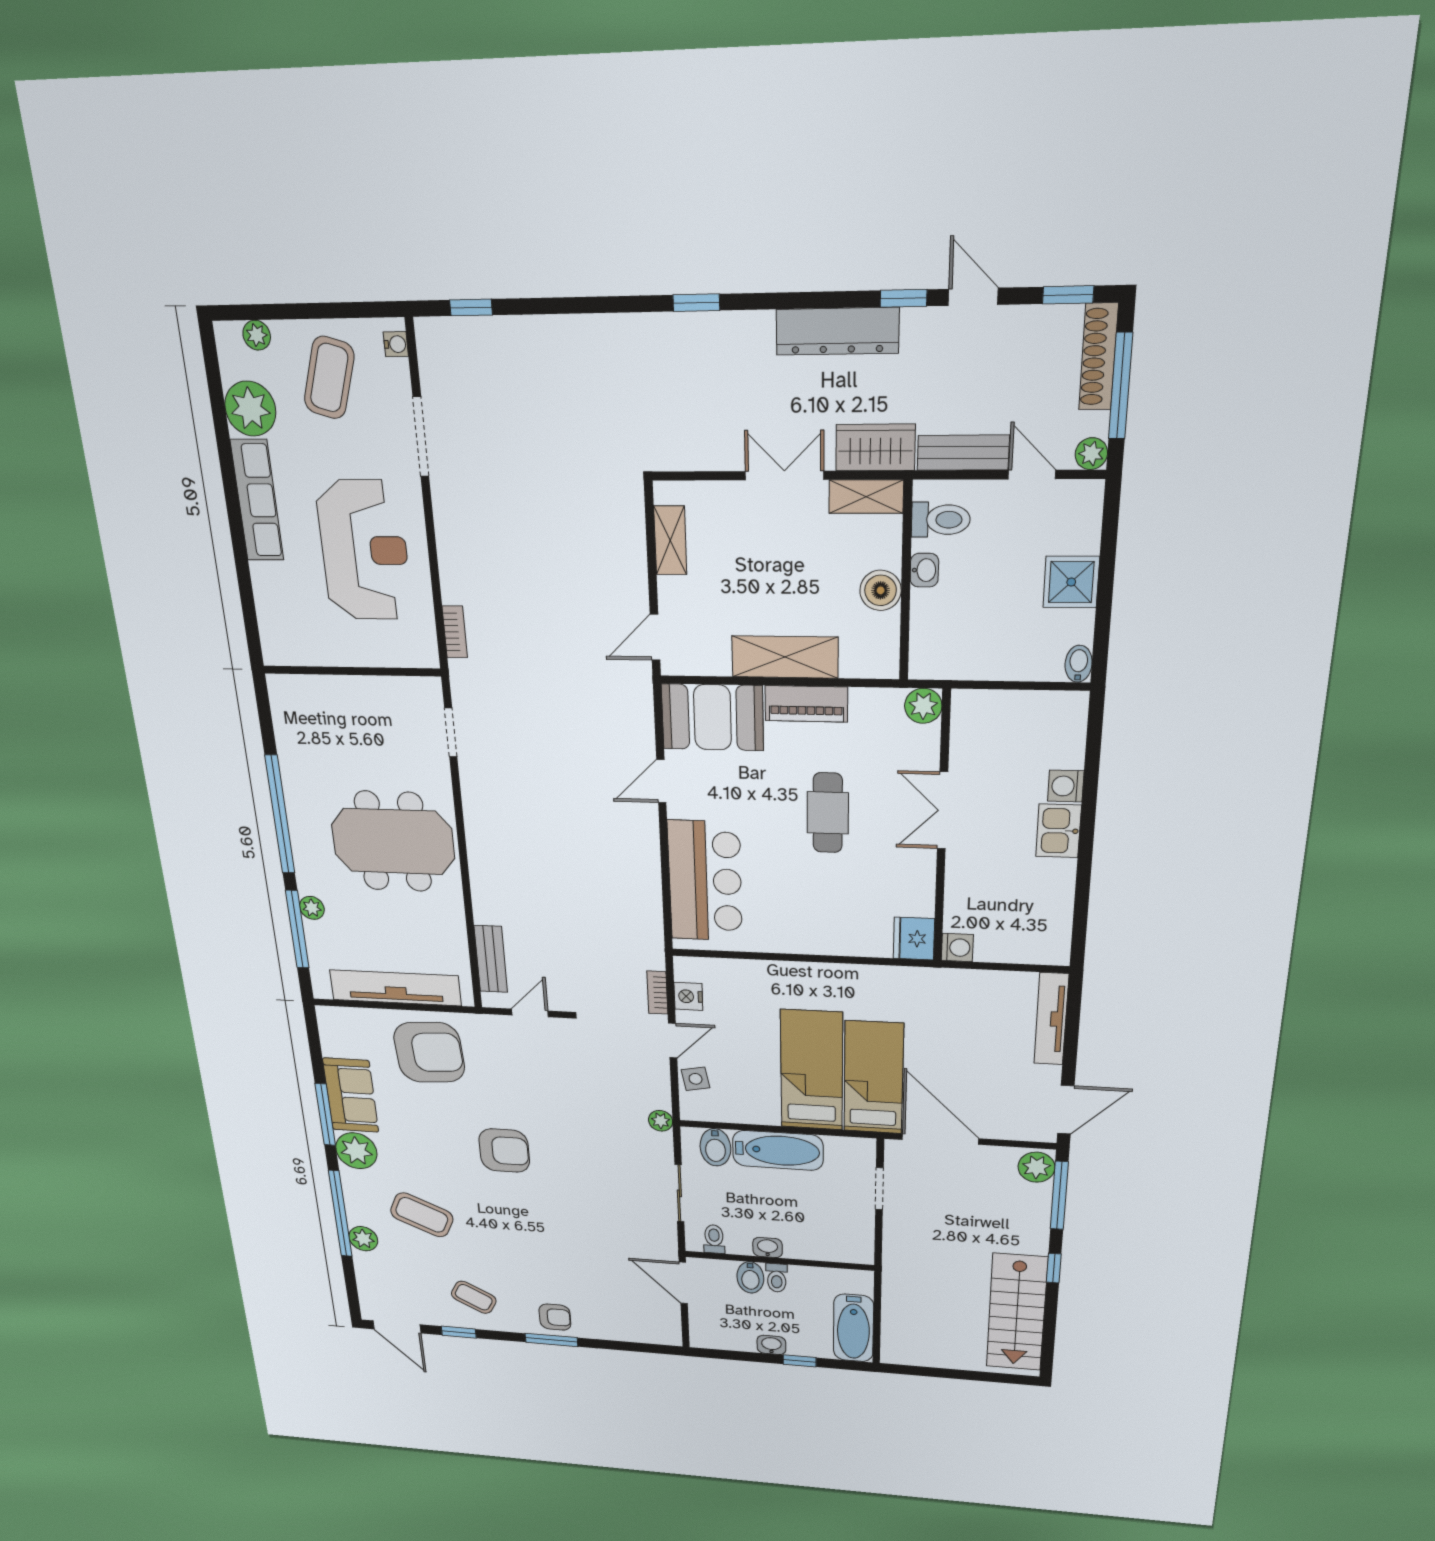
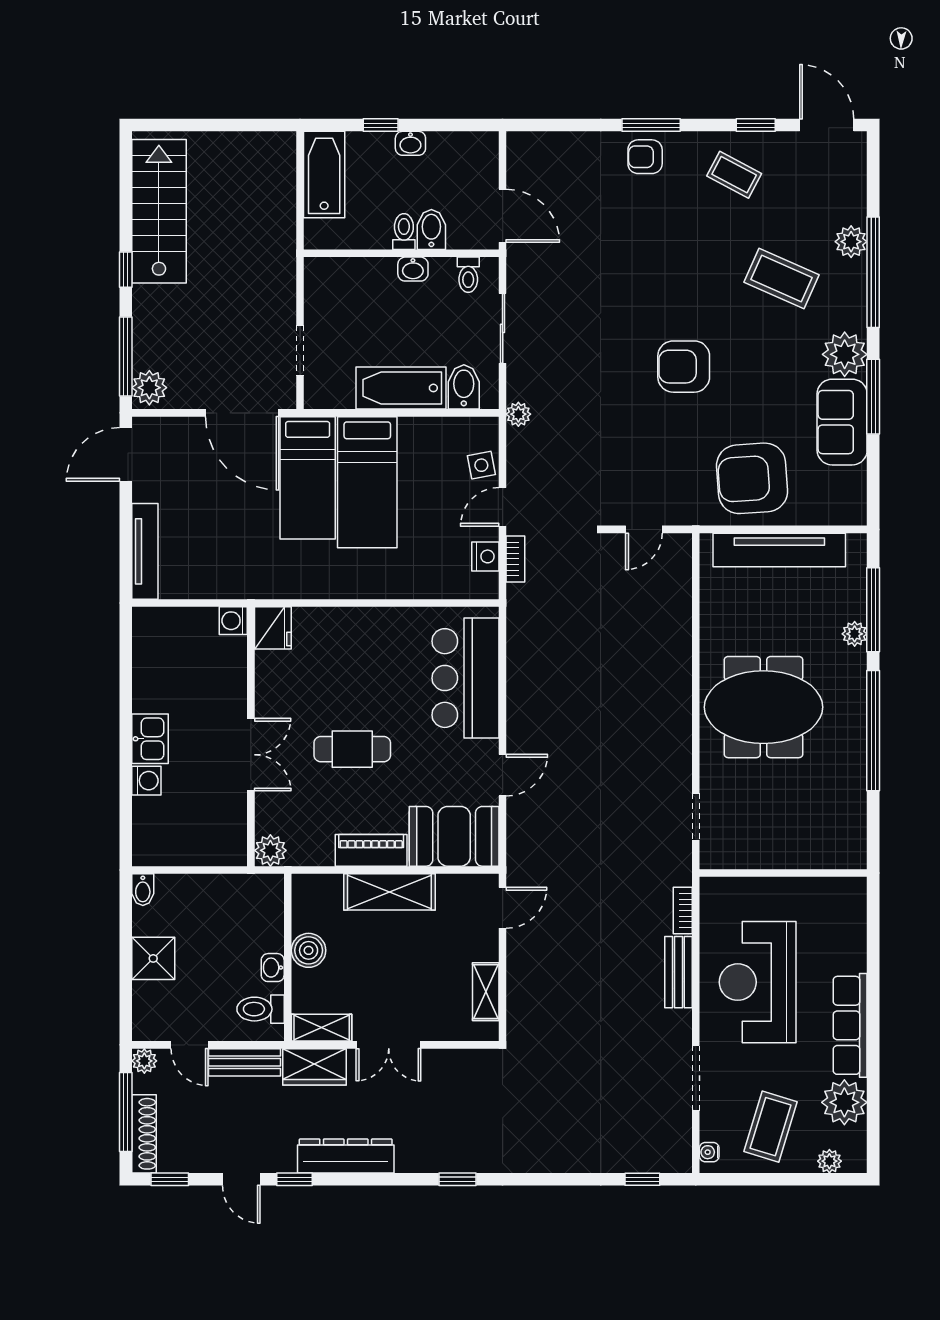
cafe table: (828, 813) -> (352, 749), turned 90
bench: (491, 959) -> (678, 972), moved

